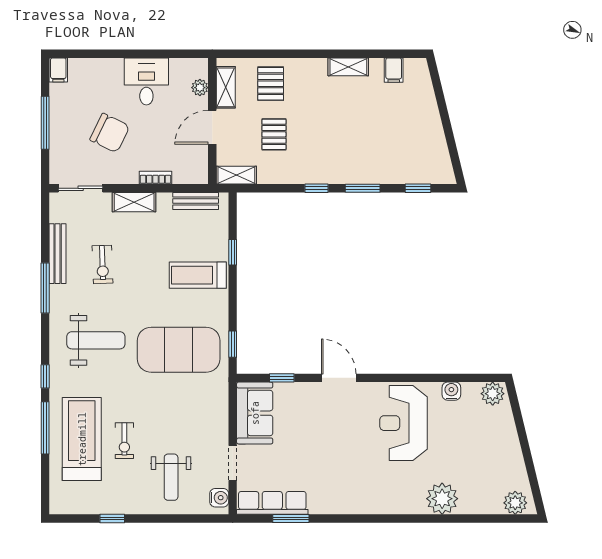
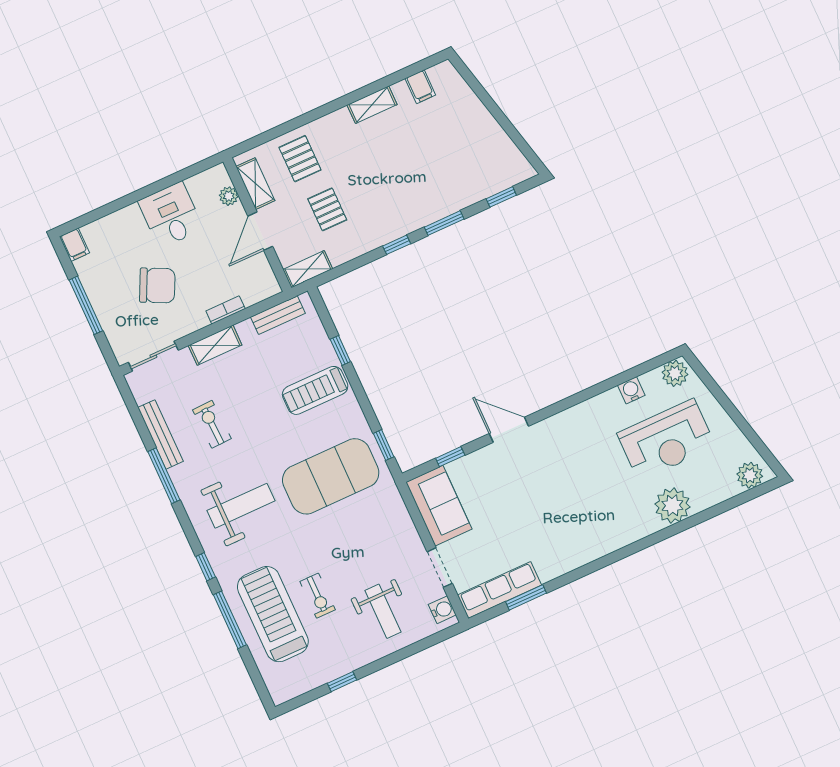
exercise bike: (103, 264) -> (212, 424), turned 180
reception desk: (403, 423) -> (666, 440), moved, turned -90

